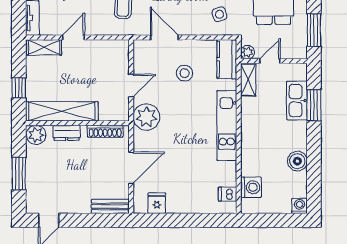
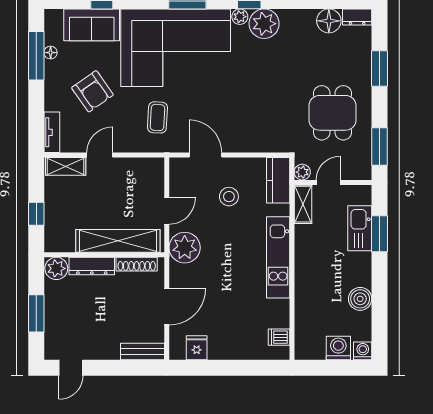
side table: (219, 14) -> (270, 128), removed
shelving: (62, 111) -> (118, 241), moved
dresser: (67, 133) -> (92, 266), width x1.44
washing machine: (251, 187) -> (338, 348), moved, turned -90

